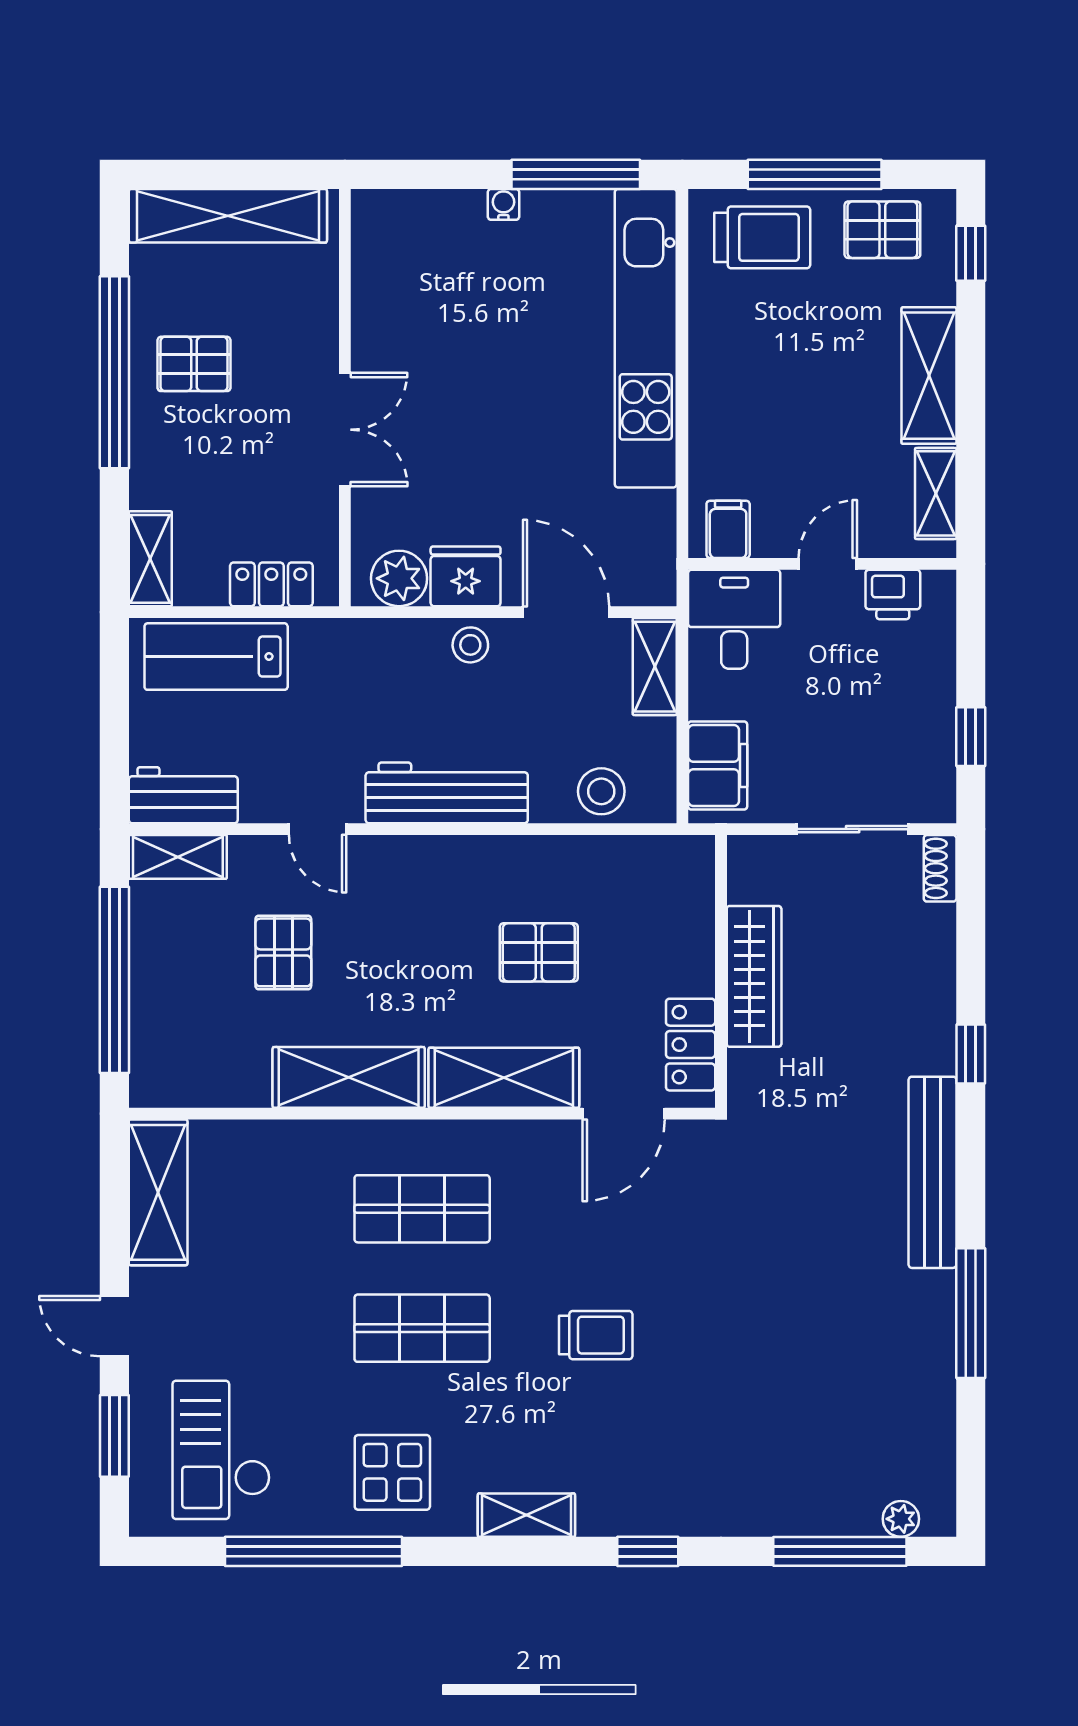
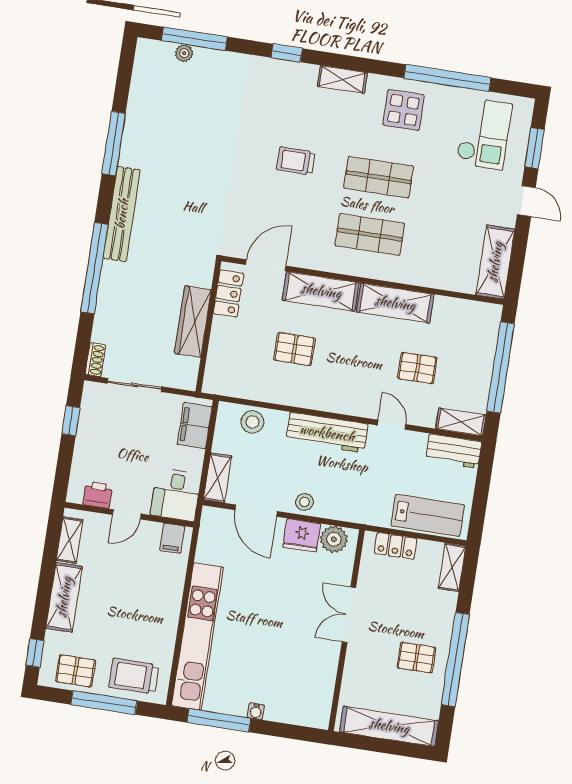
pallet: (283, 952) -> (417, 368), turned 90
window: (971, 1054) -> (94, 268), width x3.17
plant: (901, 1519) -> (184, 53), moved

